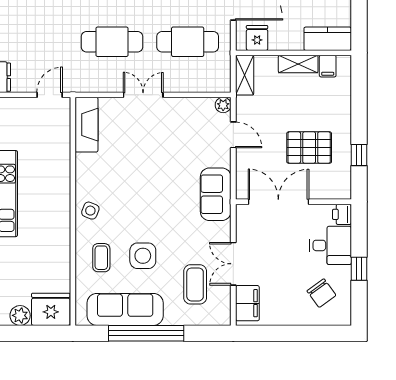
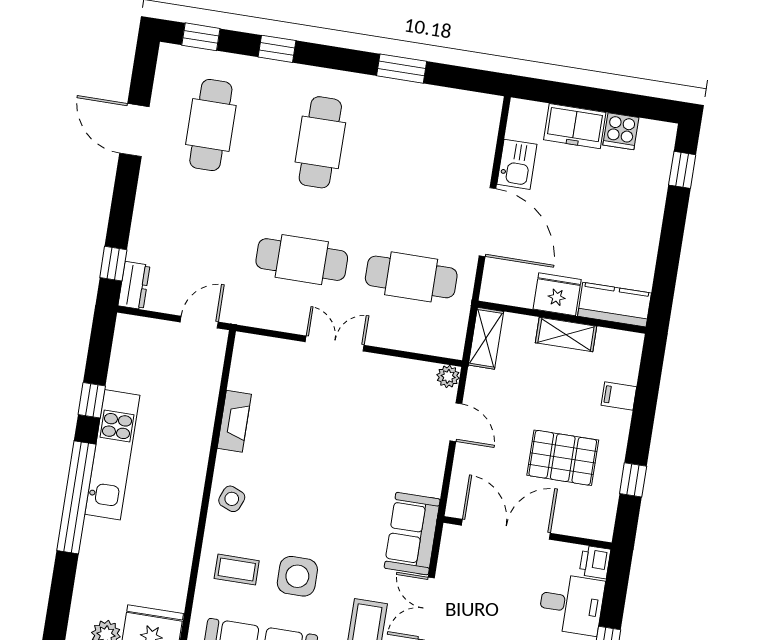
fridge: (257, 38) -> (557, 294), moved, width x1.38
filing cabinet: (328, 66) -> (619, 396), moved, turned 90
fireplace: (86, 125) -> (234, 421), moved, width x0.73, depth x0.76
sofa: (216, 194) -> (412, 534), moved
coffee table: (101, 258) -> (237, 570), turned 90

